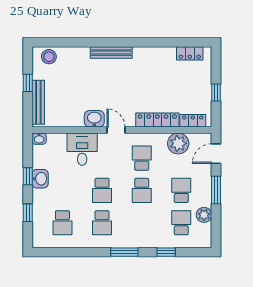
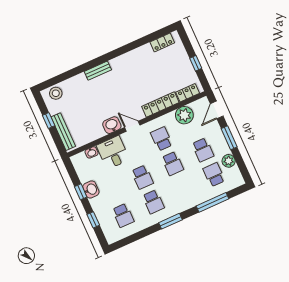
bench: (111, 53) -> (98, 71), width x0.73
washbasin: (39, 139) -> (92, 152), moved
school desk: (181, 190) -> (203, 150), turned 180
window: (124, 252) -> (171, 221), moved
window: (166, 252) -> (212, 202), width x2.17

